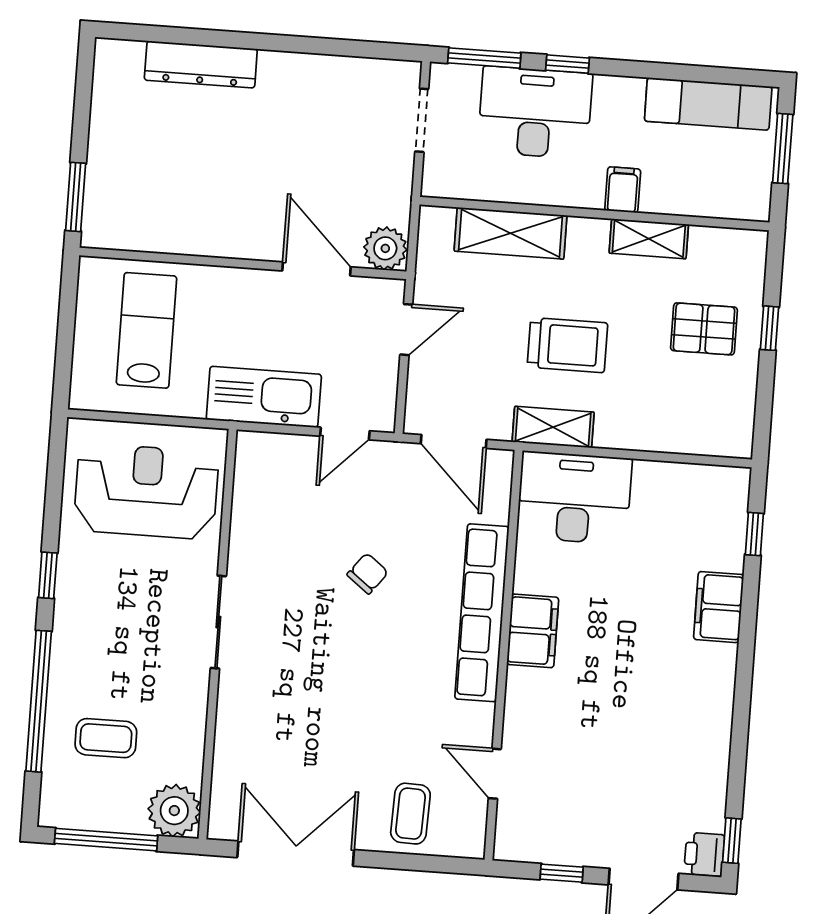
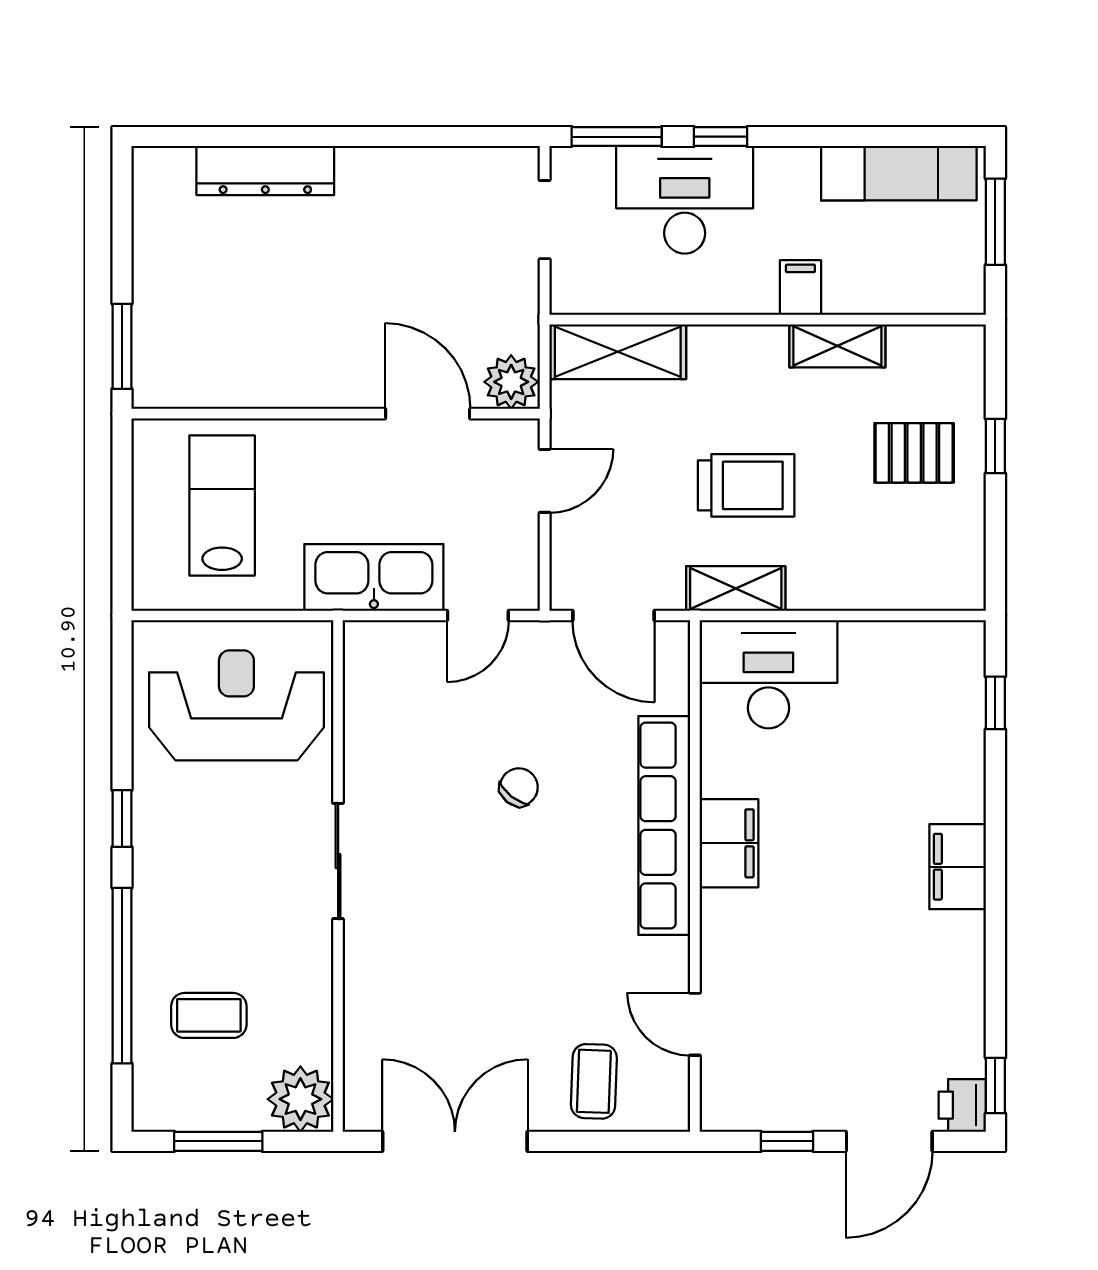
shelving: (510, 233) -> (618, 352), moved
filing cabinet: (719, 607) -> (958, 867), moved
window: (106, 840) -> (218, 1141), width x0.69

